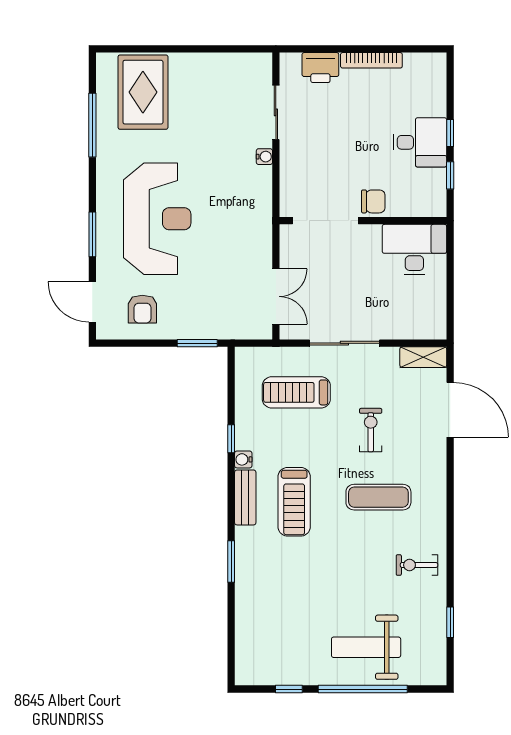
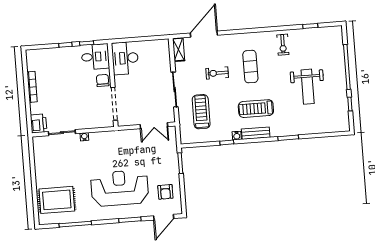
printer: (320, 68) -> (39, 123), moved
desk: (420, 142) -> (95, 57), moved, turned 90
double door: (276, 296) -> (154, 126), swing flipped
armchair: (142, 309) -> (165, 192), turned 90
treadmill: (296, 392) -> (201, 112), turned 180
treadmill: (294, 502) -> (256, 109), turned 180
weight bench: (366, 647) -> (308, 87), moved

